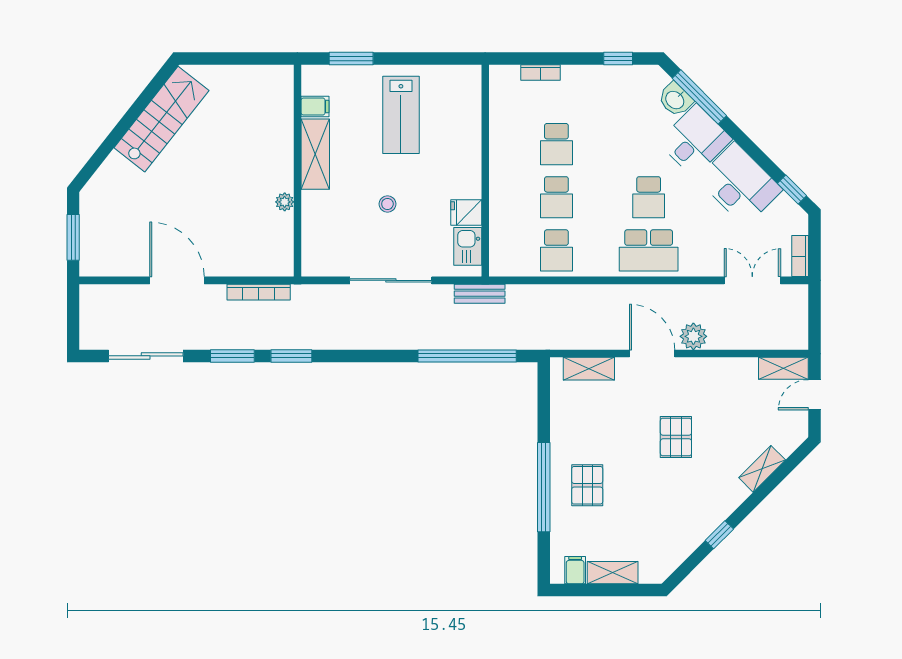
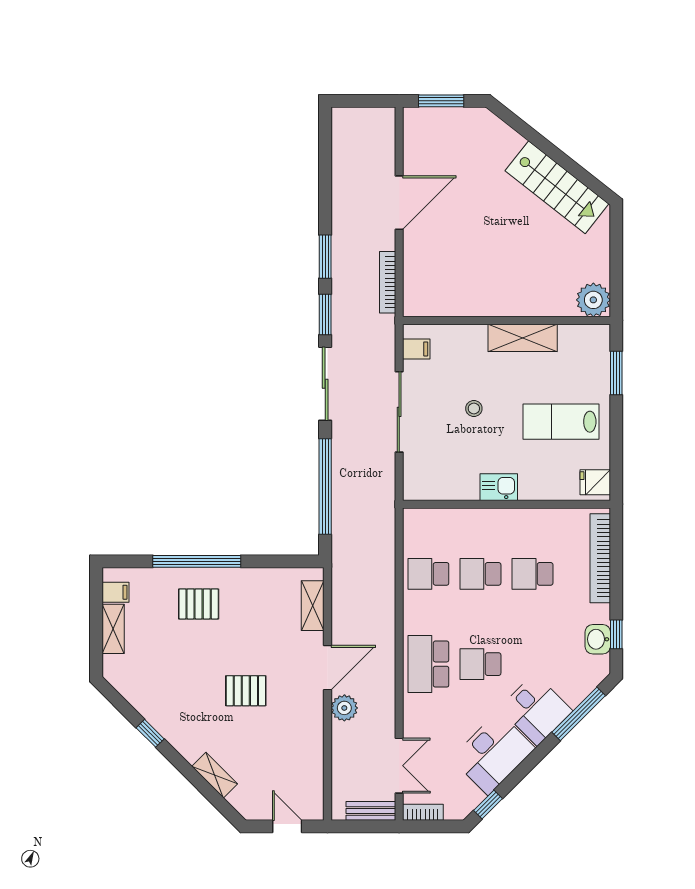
bookcase: (540, 72) -> (600, 558), width x2.31, depth x1.31
washbasin: (675, 100) -> (598, 639), moved, turned -45
filing cabinet: (315, 107) -> (416, 349), moved, turned -90
plant: (285, 202) -> (593, 300), moved, width x1.88, depth x1.88
fridge: (466, 212) -> (595, 482), moved, turned -90
kitchen sink: (468, 246) -> (499, 487), moved
bench: (480, 294) -> (371, 811), moved, turned 90
sliding door: (146, 356) -> (325, 384), moved
shelving: (783, 368) -> (313, 796), removed

